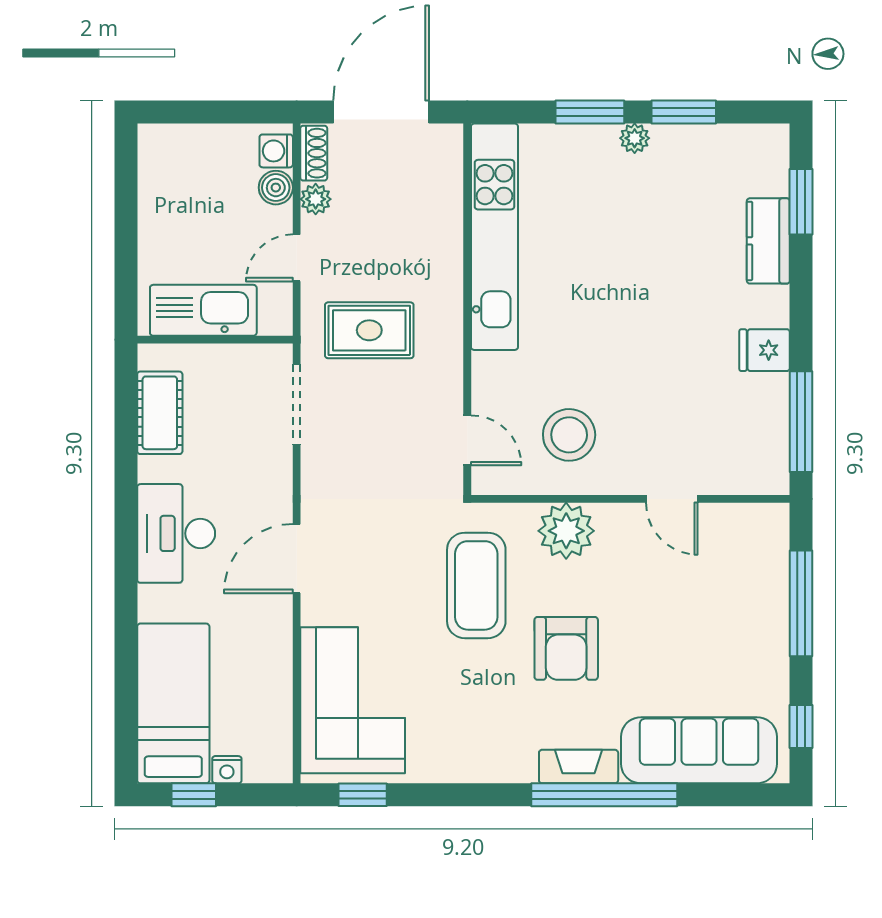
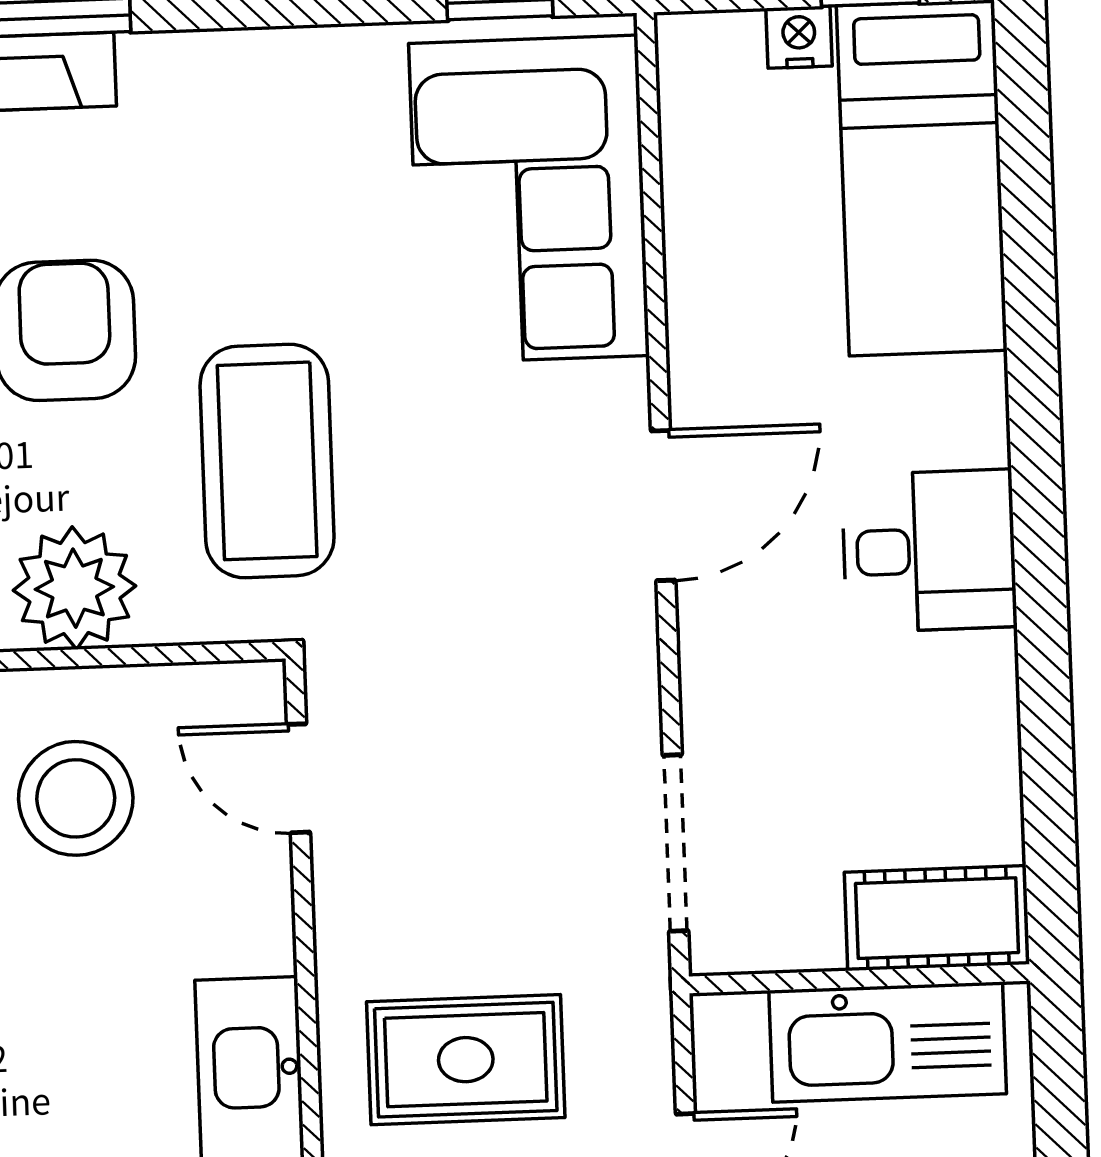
rug: (369, 330) -> (466, 1060), moved
cot: (160, 413) -> (937, 918), moved, turned 90
desk: (176, 533) -> (929, 551), width x0.73

